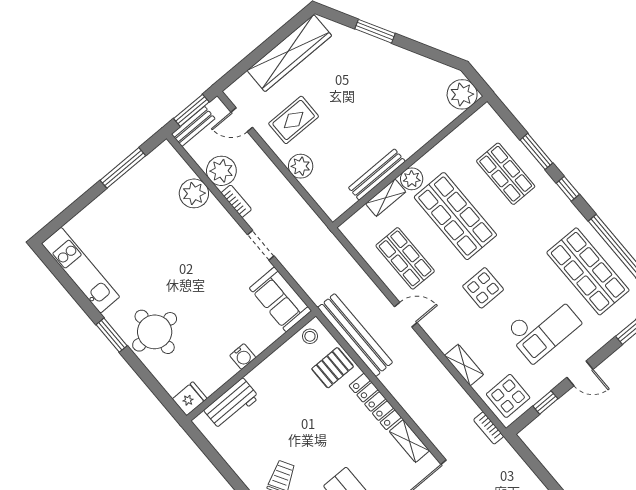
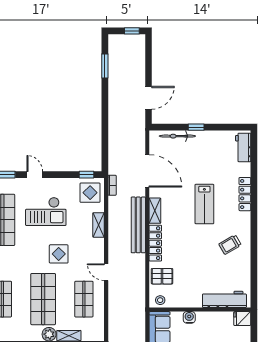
checkout: (543, 327) -> (46, 211), turned 180
bench: (355, 335) -> (138, 225), moved
water cooler: (243, 357) -> (189, 317), moved
door: (580, 373) -> (35, 175), moved
window: (545, 402) -> (86, 175), moved
workbench: (231, 404) -> (224, 299), width x1.38

